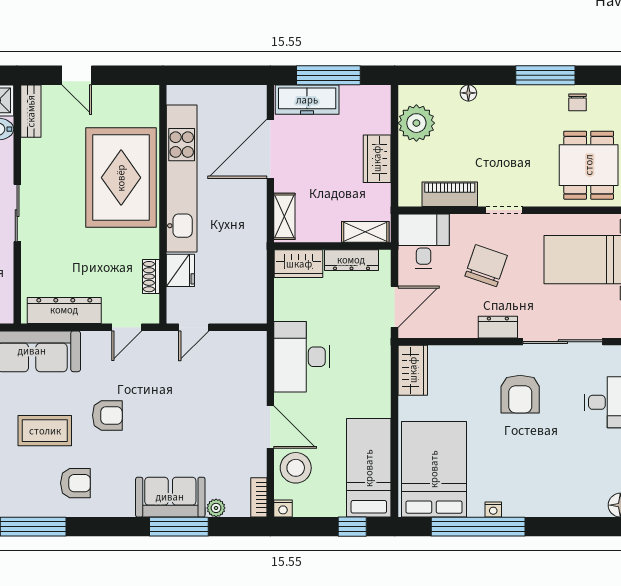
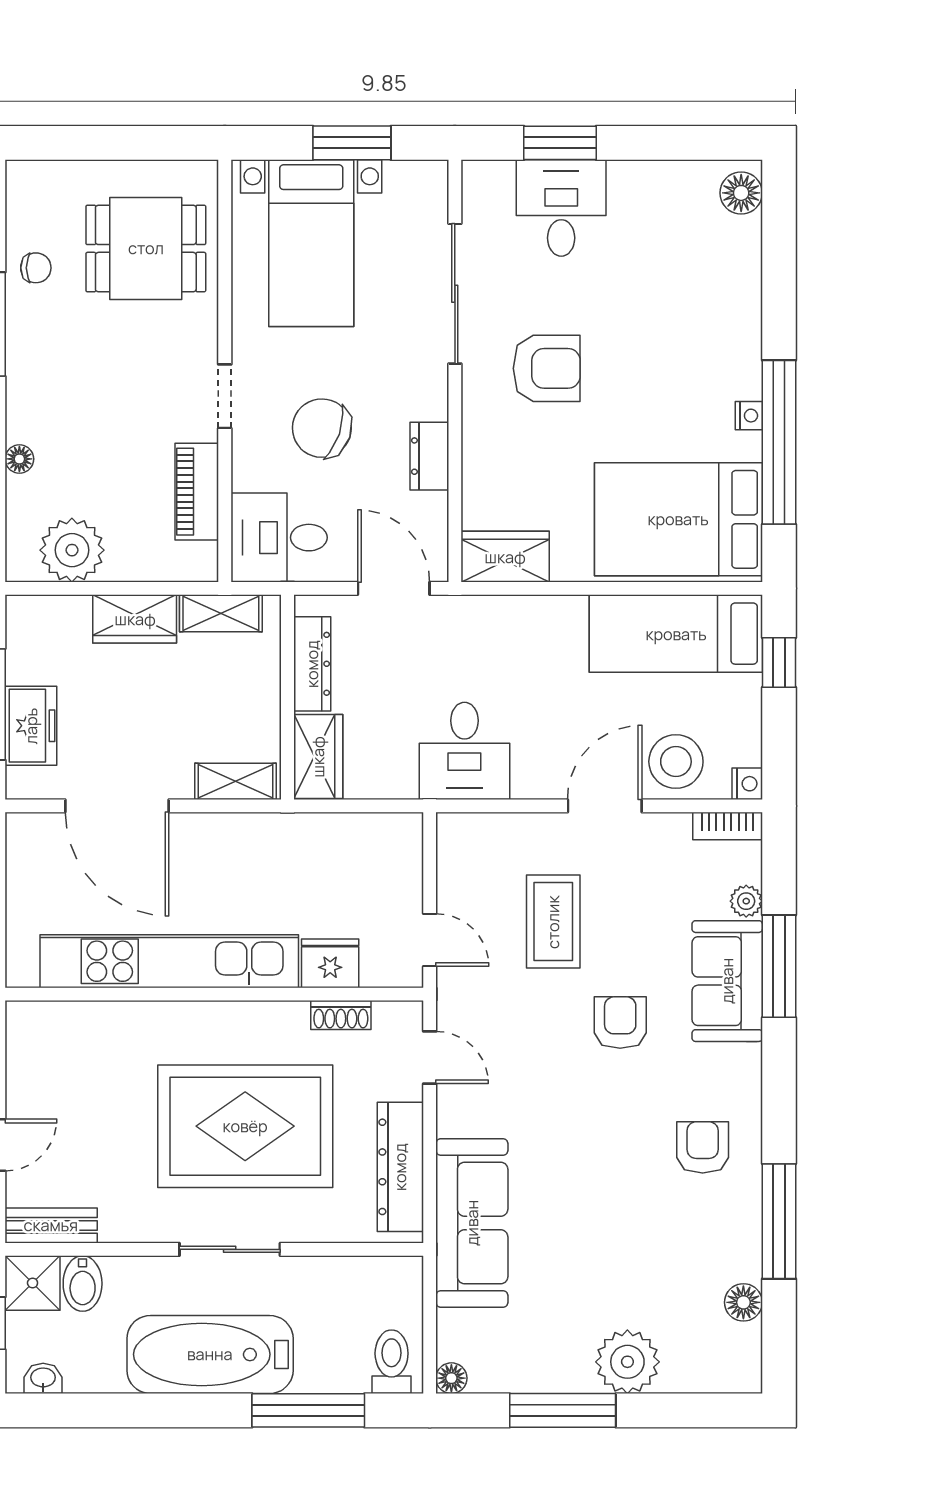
freezer: (307, 100) -> (31, 726), width x0.71
rug: (121, 178) -> (245, 1126), moved
shelving: (365, 232) -> (221, 613), moved, turned 90
dresser: (498, 327) -> (429, 456), moved
desk: (302, 357) -> (464, 751), width x0.73
armchair: (107, 415) -> (620, 1023), moved
coffee table: (45, 431) -> (553, 922), moved

